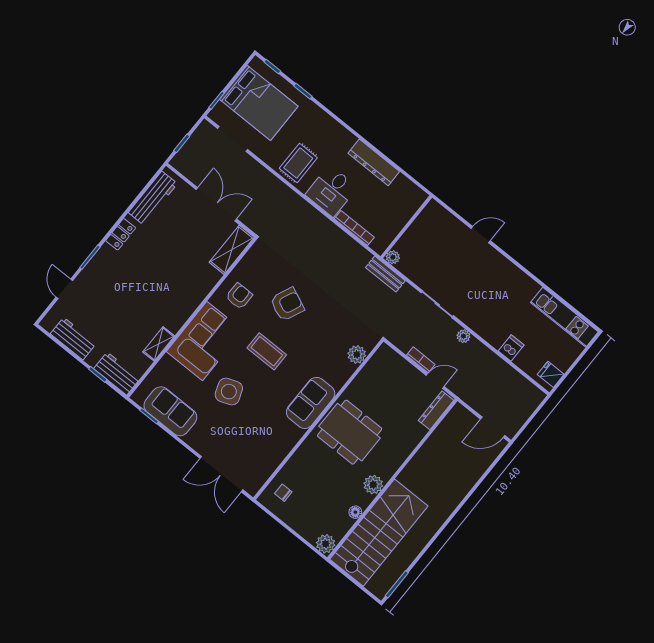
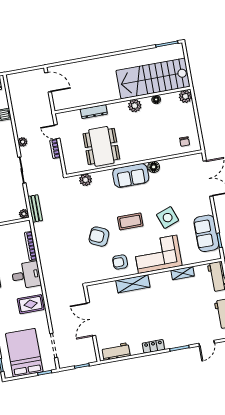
workbench: (153, 198) -> (116, 352), width x0.73
shelving: (232, 250) -> (133, 284), moved
coffee table: (267, 351) -> (130, 221), turned 90
dresser: (436, 410) -> (94, 112), moved
dining table: (350, 432) -> (101, 146), moved
floor lamp: (293, 435) -> (154, 167), added

